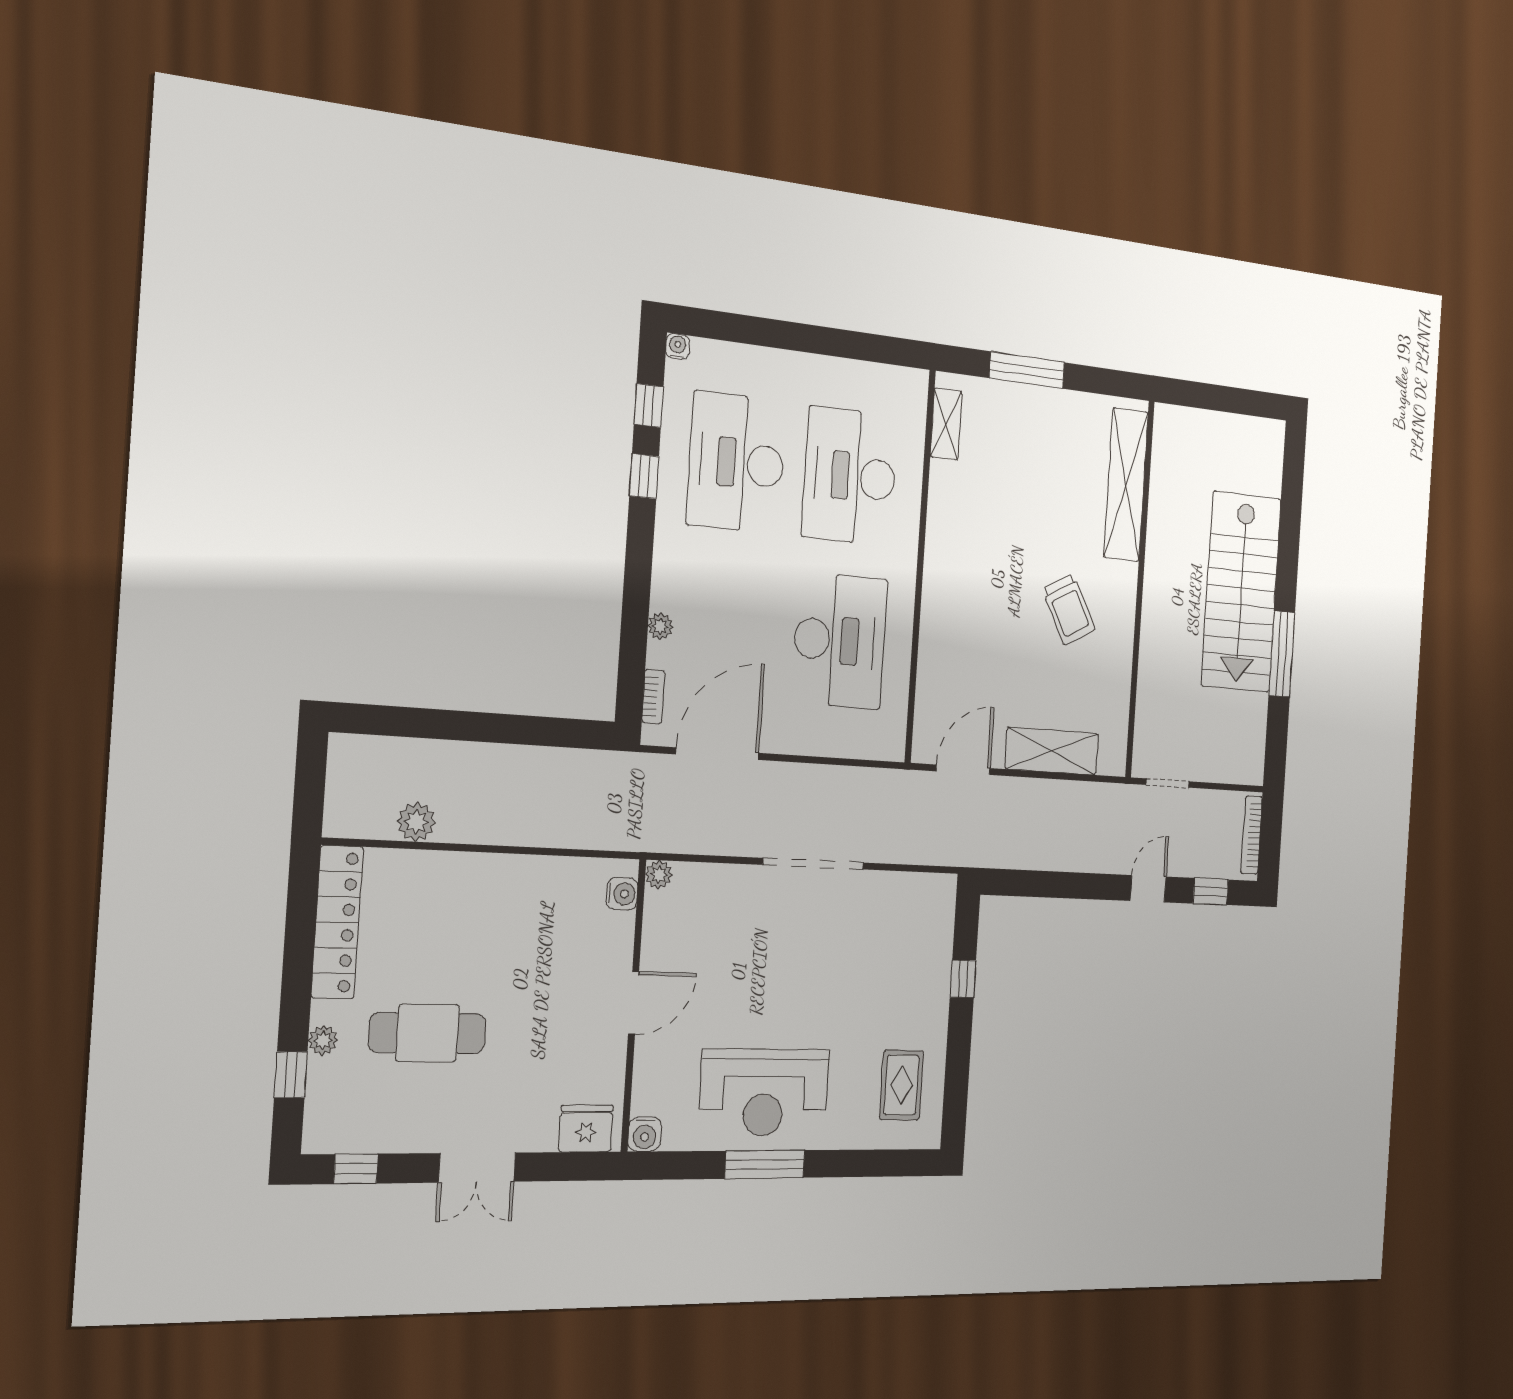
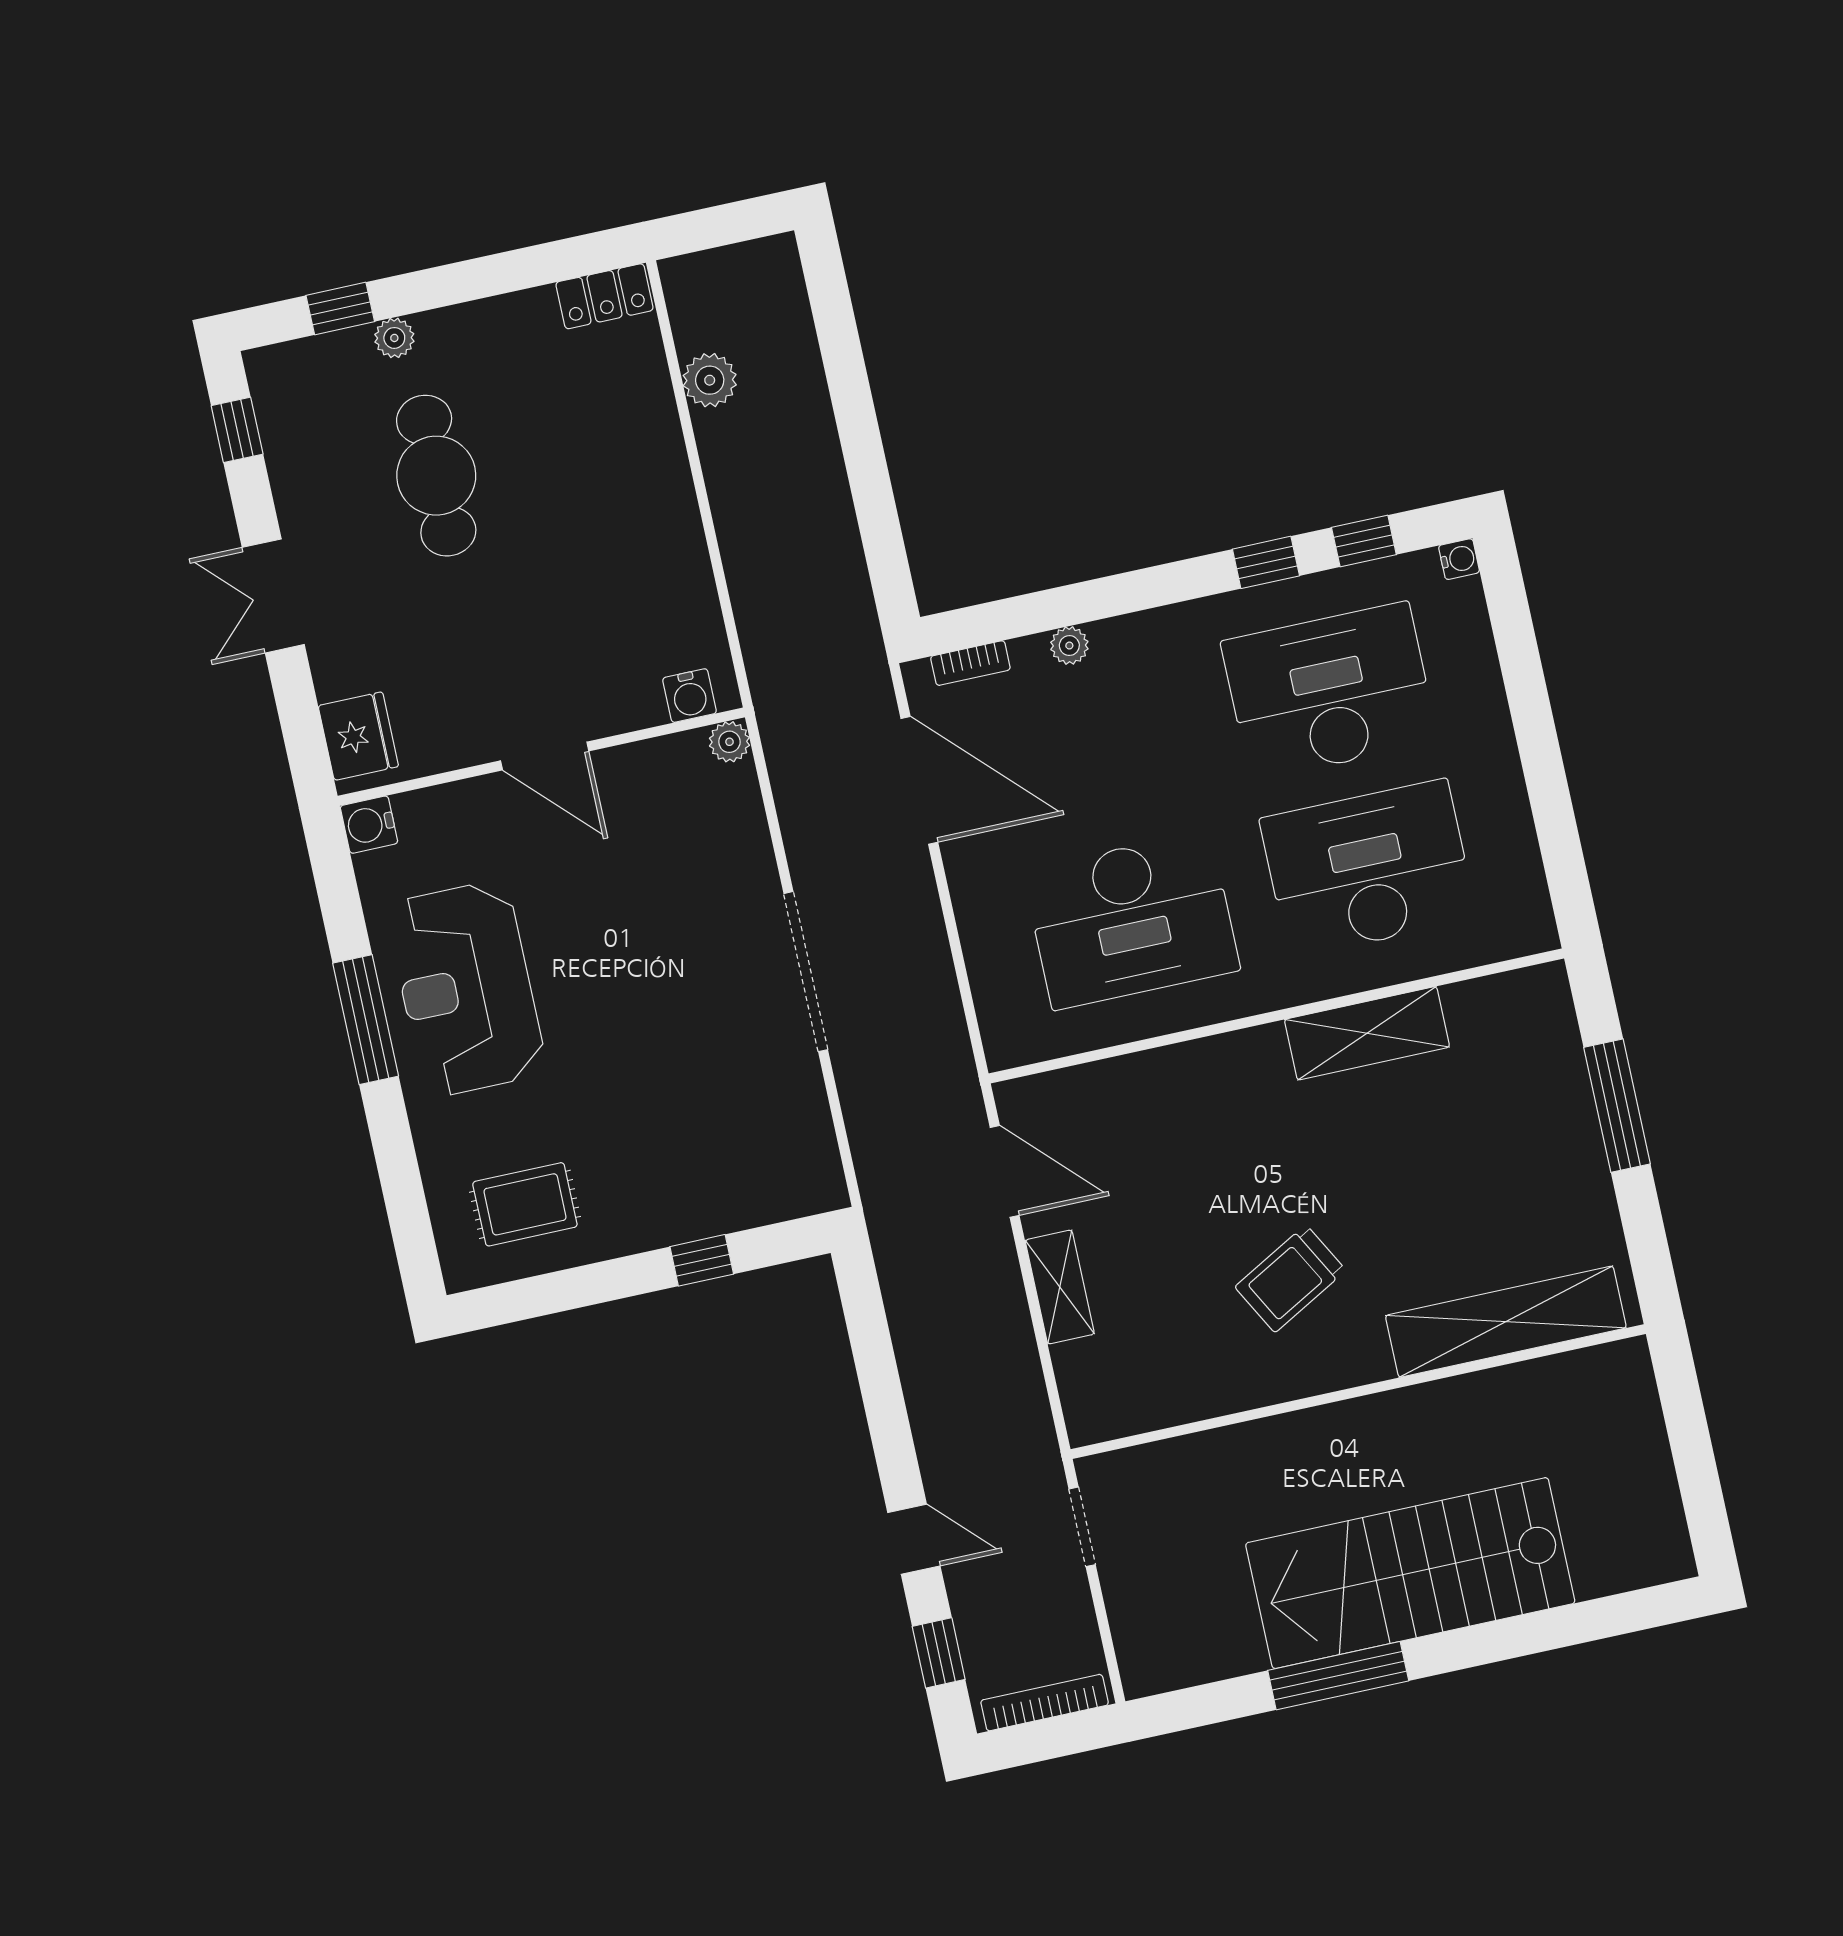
shelving: (946, 424) -> (1367, 1033), moved, width x1.50, depth x1.33
shelving: (1052, 751) -> (1060, 1287), width x0.67, depth x0.75
locker: (337, 922) -> (605, 296), width x0.46, depth x0.83

